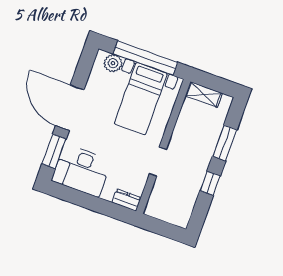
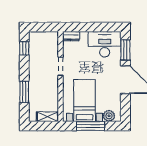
window: (145, 58) -> (91, 126), width x0.68
window: (210, 183) -> (24, 48), moved

